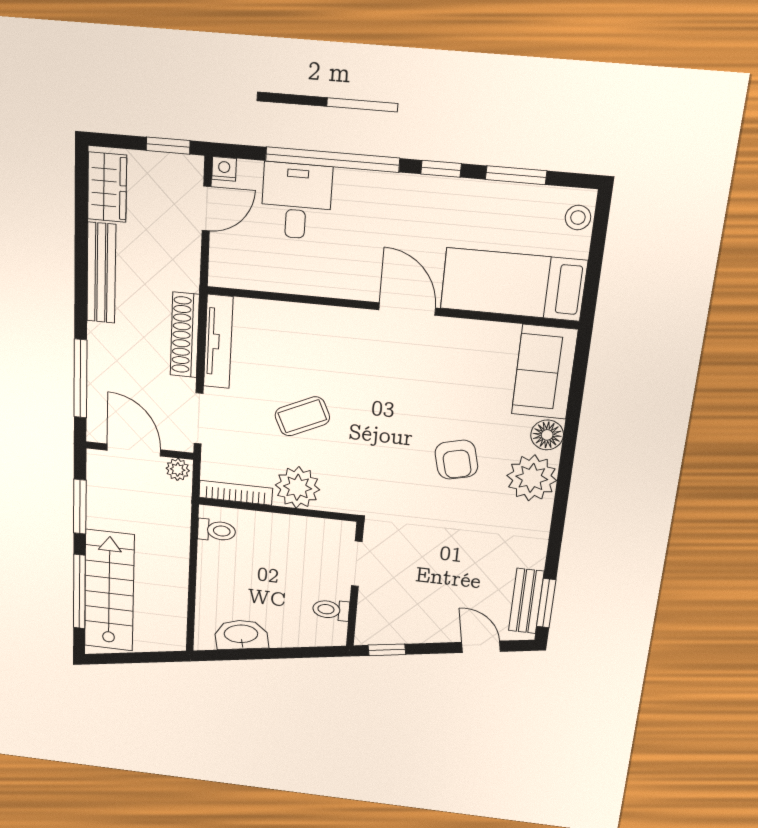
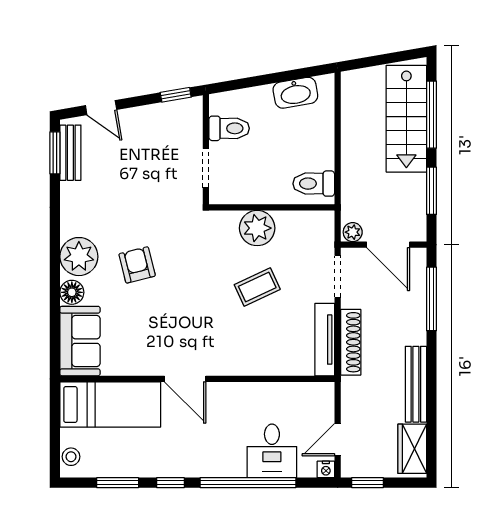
bookcase: (236, 493) -> (306, 218), removed
toilet: (217, 530) -> (314, 184), width x1.37, depth x1.39
toilet: (331, 610) -> (229, 128), width x1.37, depth x1.39

